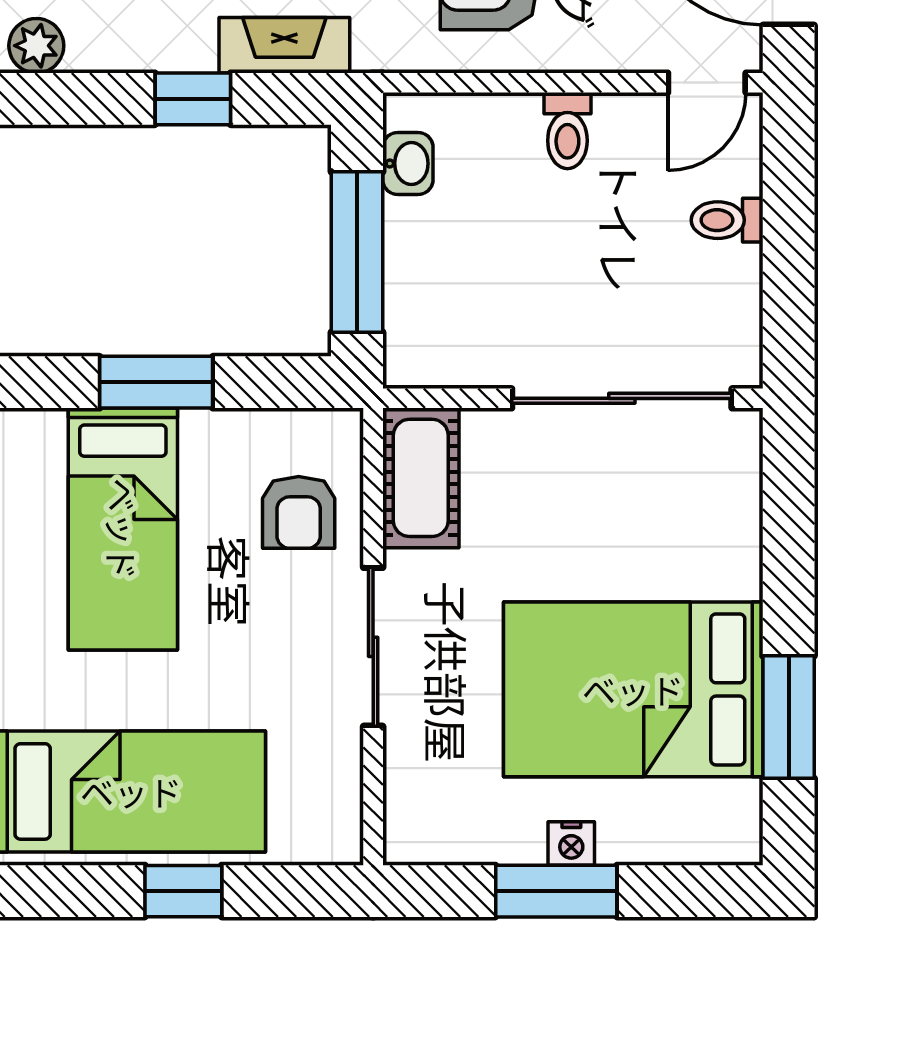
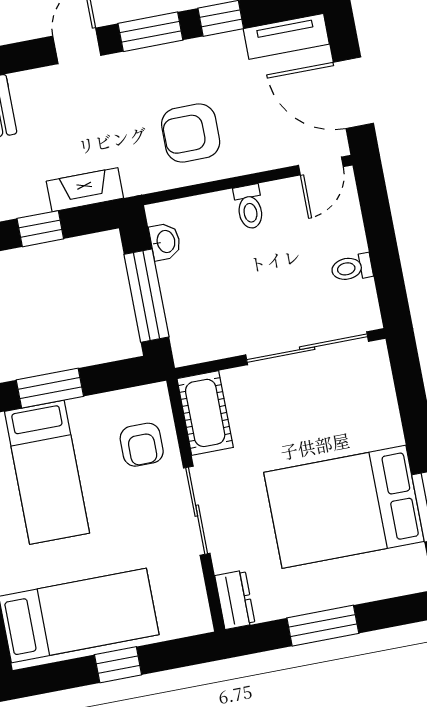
toilet: (727, 220) -> (352, 268), moved
dresser: (410, 816) -> (235, 600), added
nightstand: (571, 843) -> (326, 598), removed

